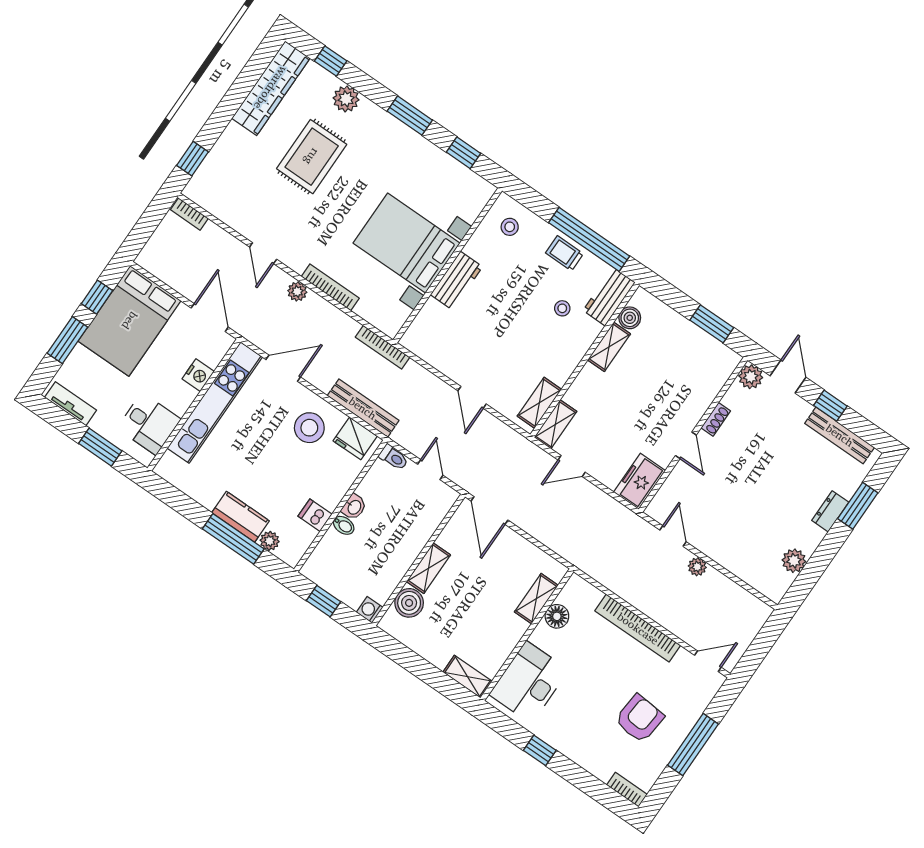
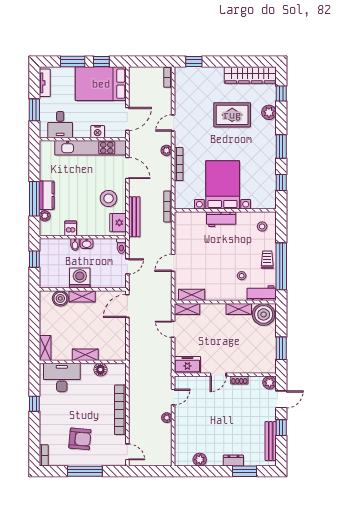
boiler: (630, 318) -> (264, 314), width x1.86, depth x1.86
shelving: (536, 599) -> (85, 355), moved
washing machine: (370, 610) -> (80, 278), moved, width x1.89, depth x1.89

